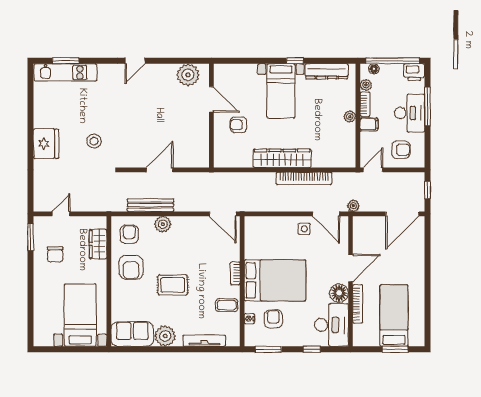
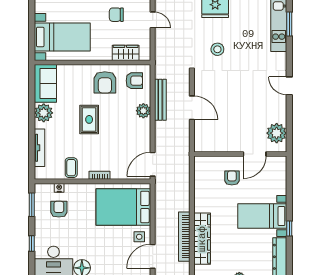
wardrobe: (282, 158) -> (202, 239), moved
armchair: (131, 267) -> (105, 82), turned -90
bed: (275, 280) -> (123, 207), moved, turned 90
armchair: (273, 319) -> (59, 209), turned -90

